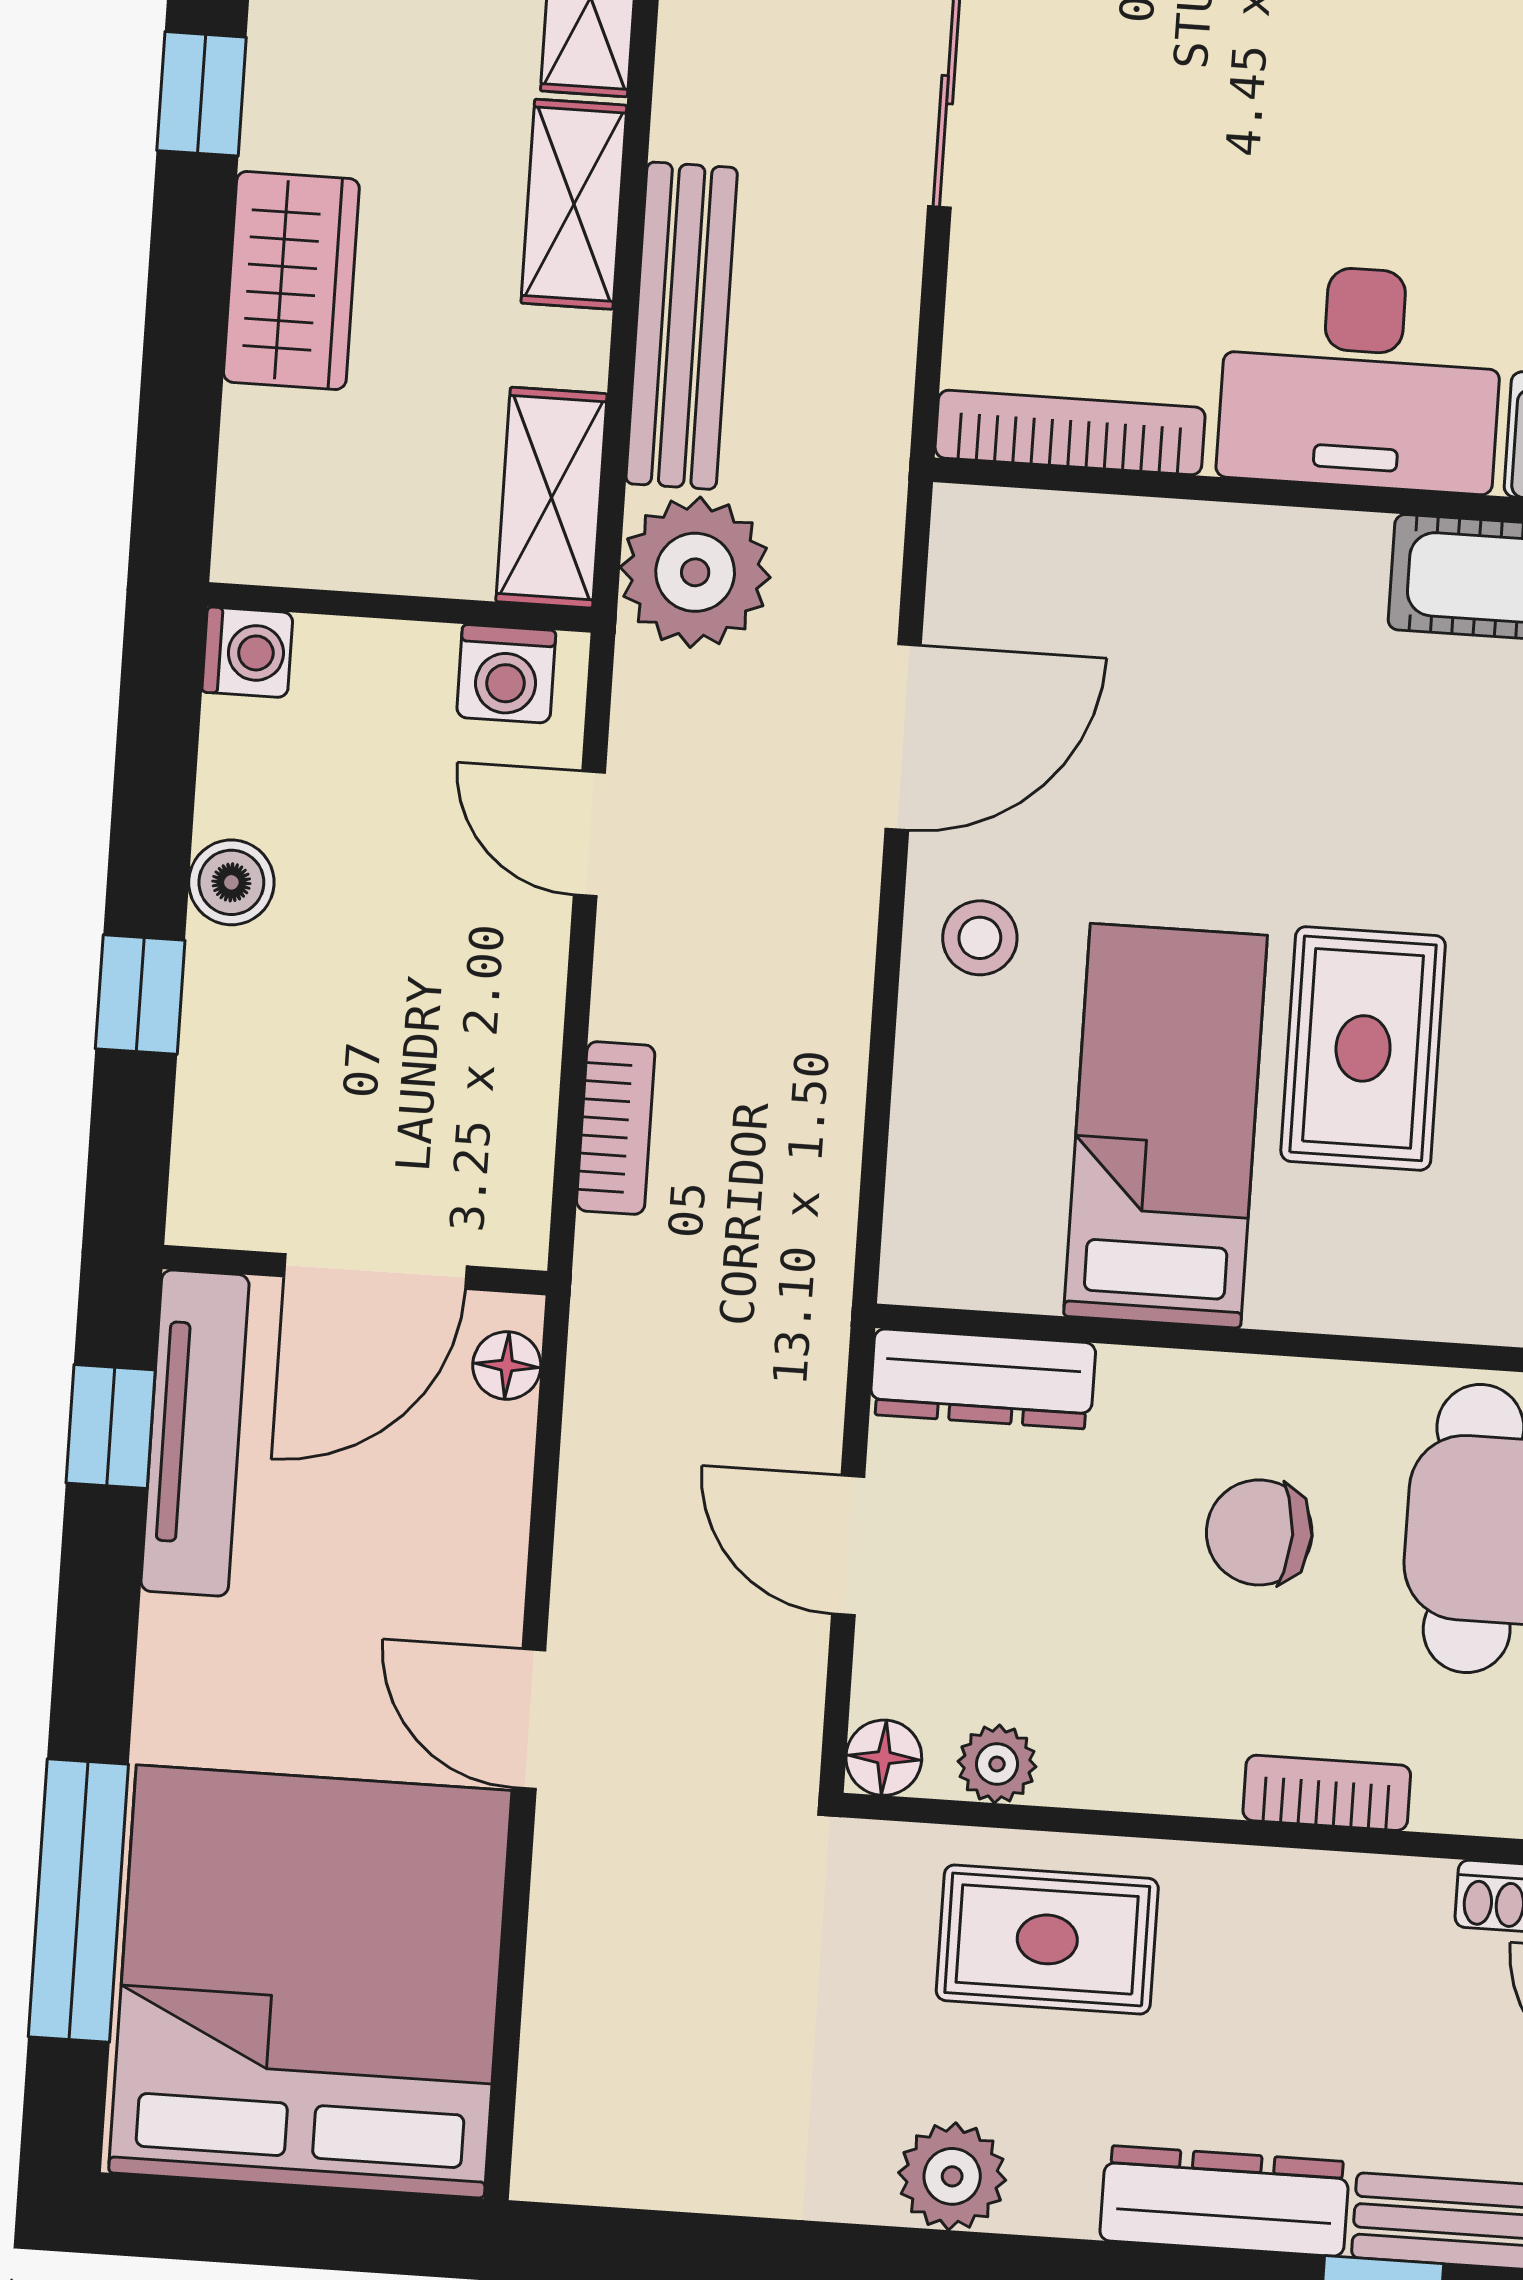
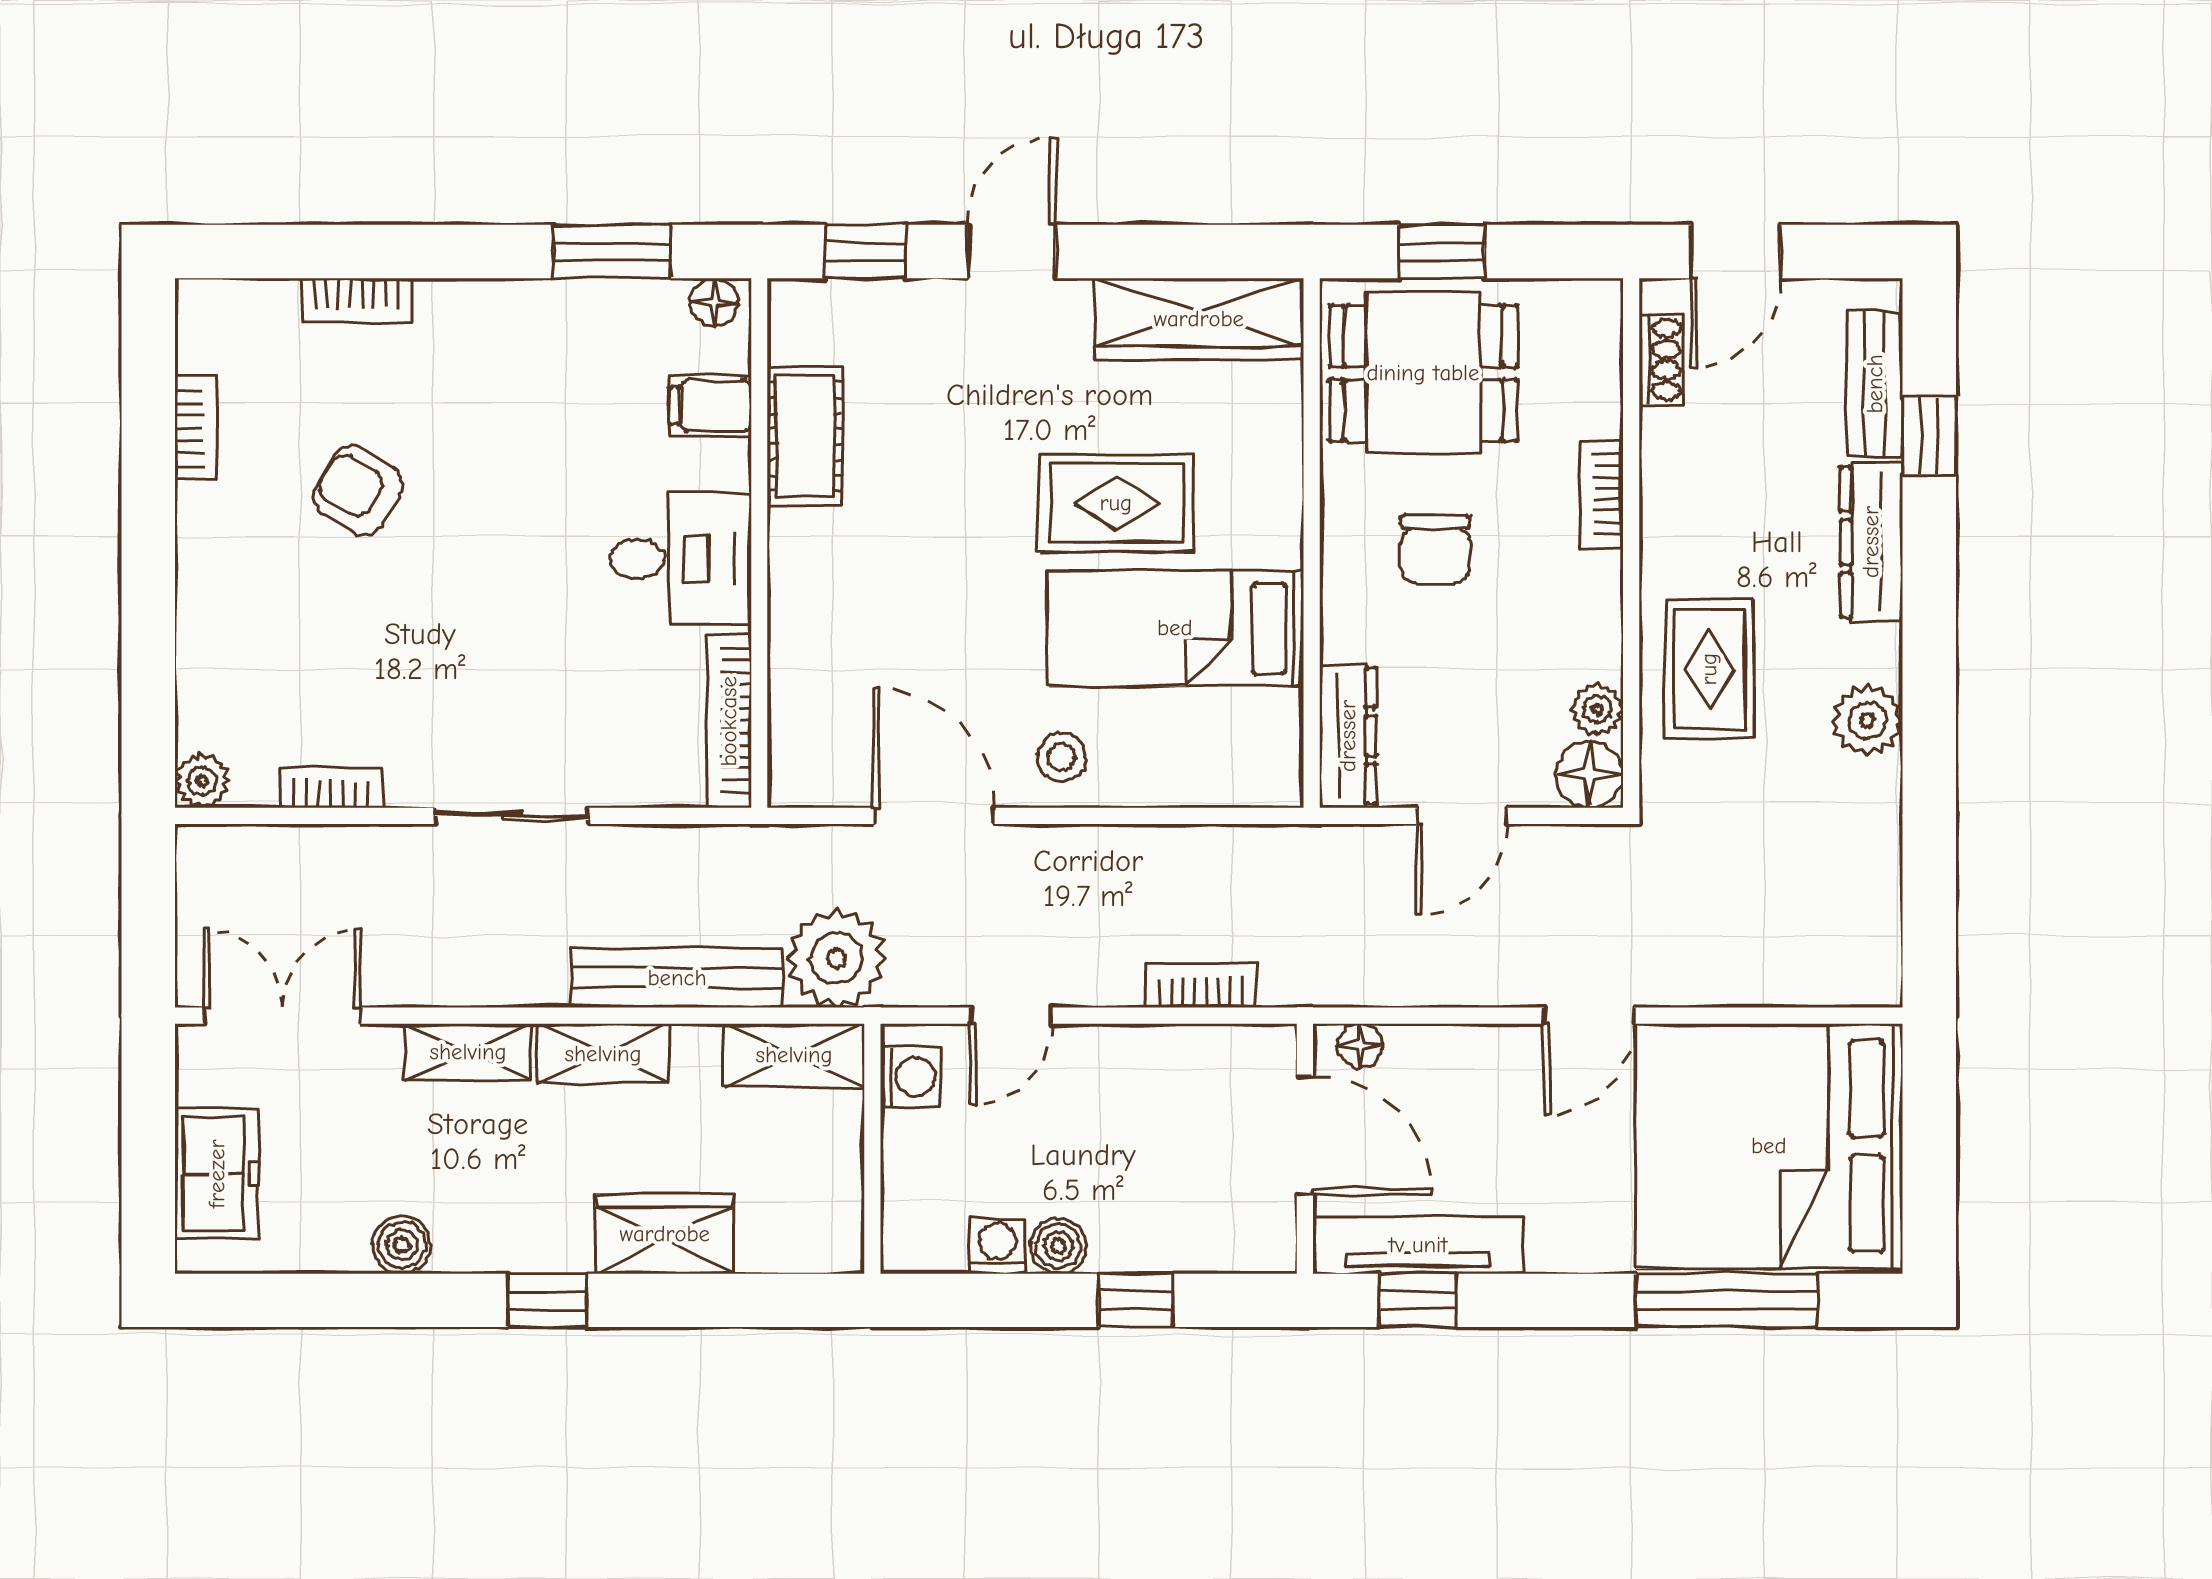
desk: (1361, 378) -> (680, 559), width x0.73
washing machine: (247, 652) -> (998, 1246), moved
floor lamp: (884, 1758) -> (1589, 774), width x1.37, depth x1.37

